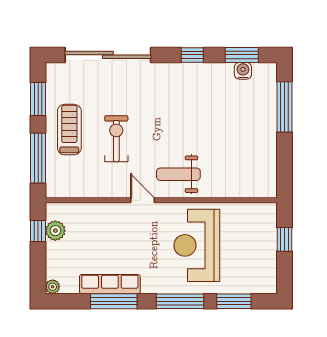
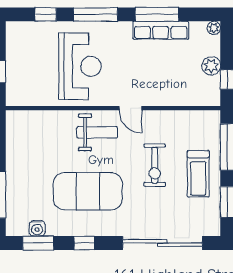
exercise mat: (188, 111) -> (88, 191), added
plant: (55, 231) -> (211, 66), moved
window: (234, 301) -> (46, 14), width x0.67

